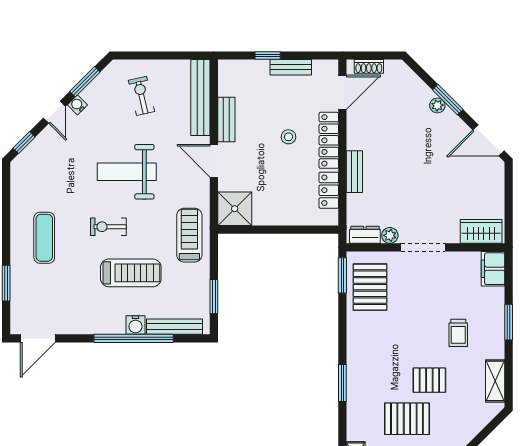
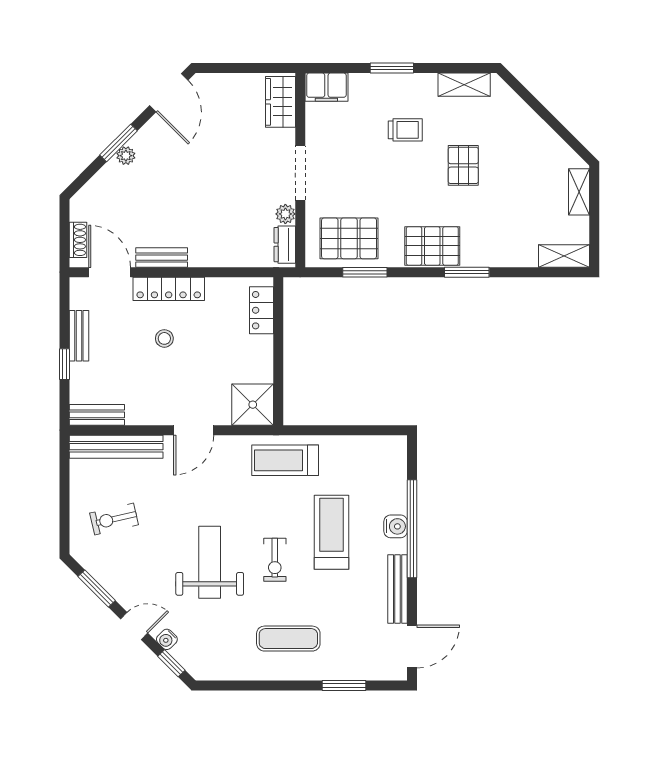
water cooler: (77, 105) -> (167, 639), moved
bench: (226, 119) -> (97, 415), moved
weight bench: (127, 172) -> (210, 562), moved, turned 180
bench: (354, 172) -> (162, 258), moved
locker: (329, 190) -> (262, 310), moved, turned 90
window: (342, 275) -> (365, 272), moved
window: (214, 297) -> (361, 430), removed
bench: (174, 327) -> (398, 589), moved
door: (38, 338) -> (412, 646), hinge flipped
pallet: (407, 419) -> (432, 246), moved, turned 90

